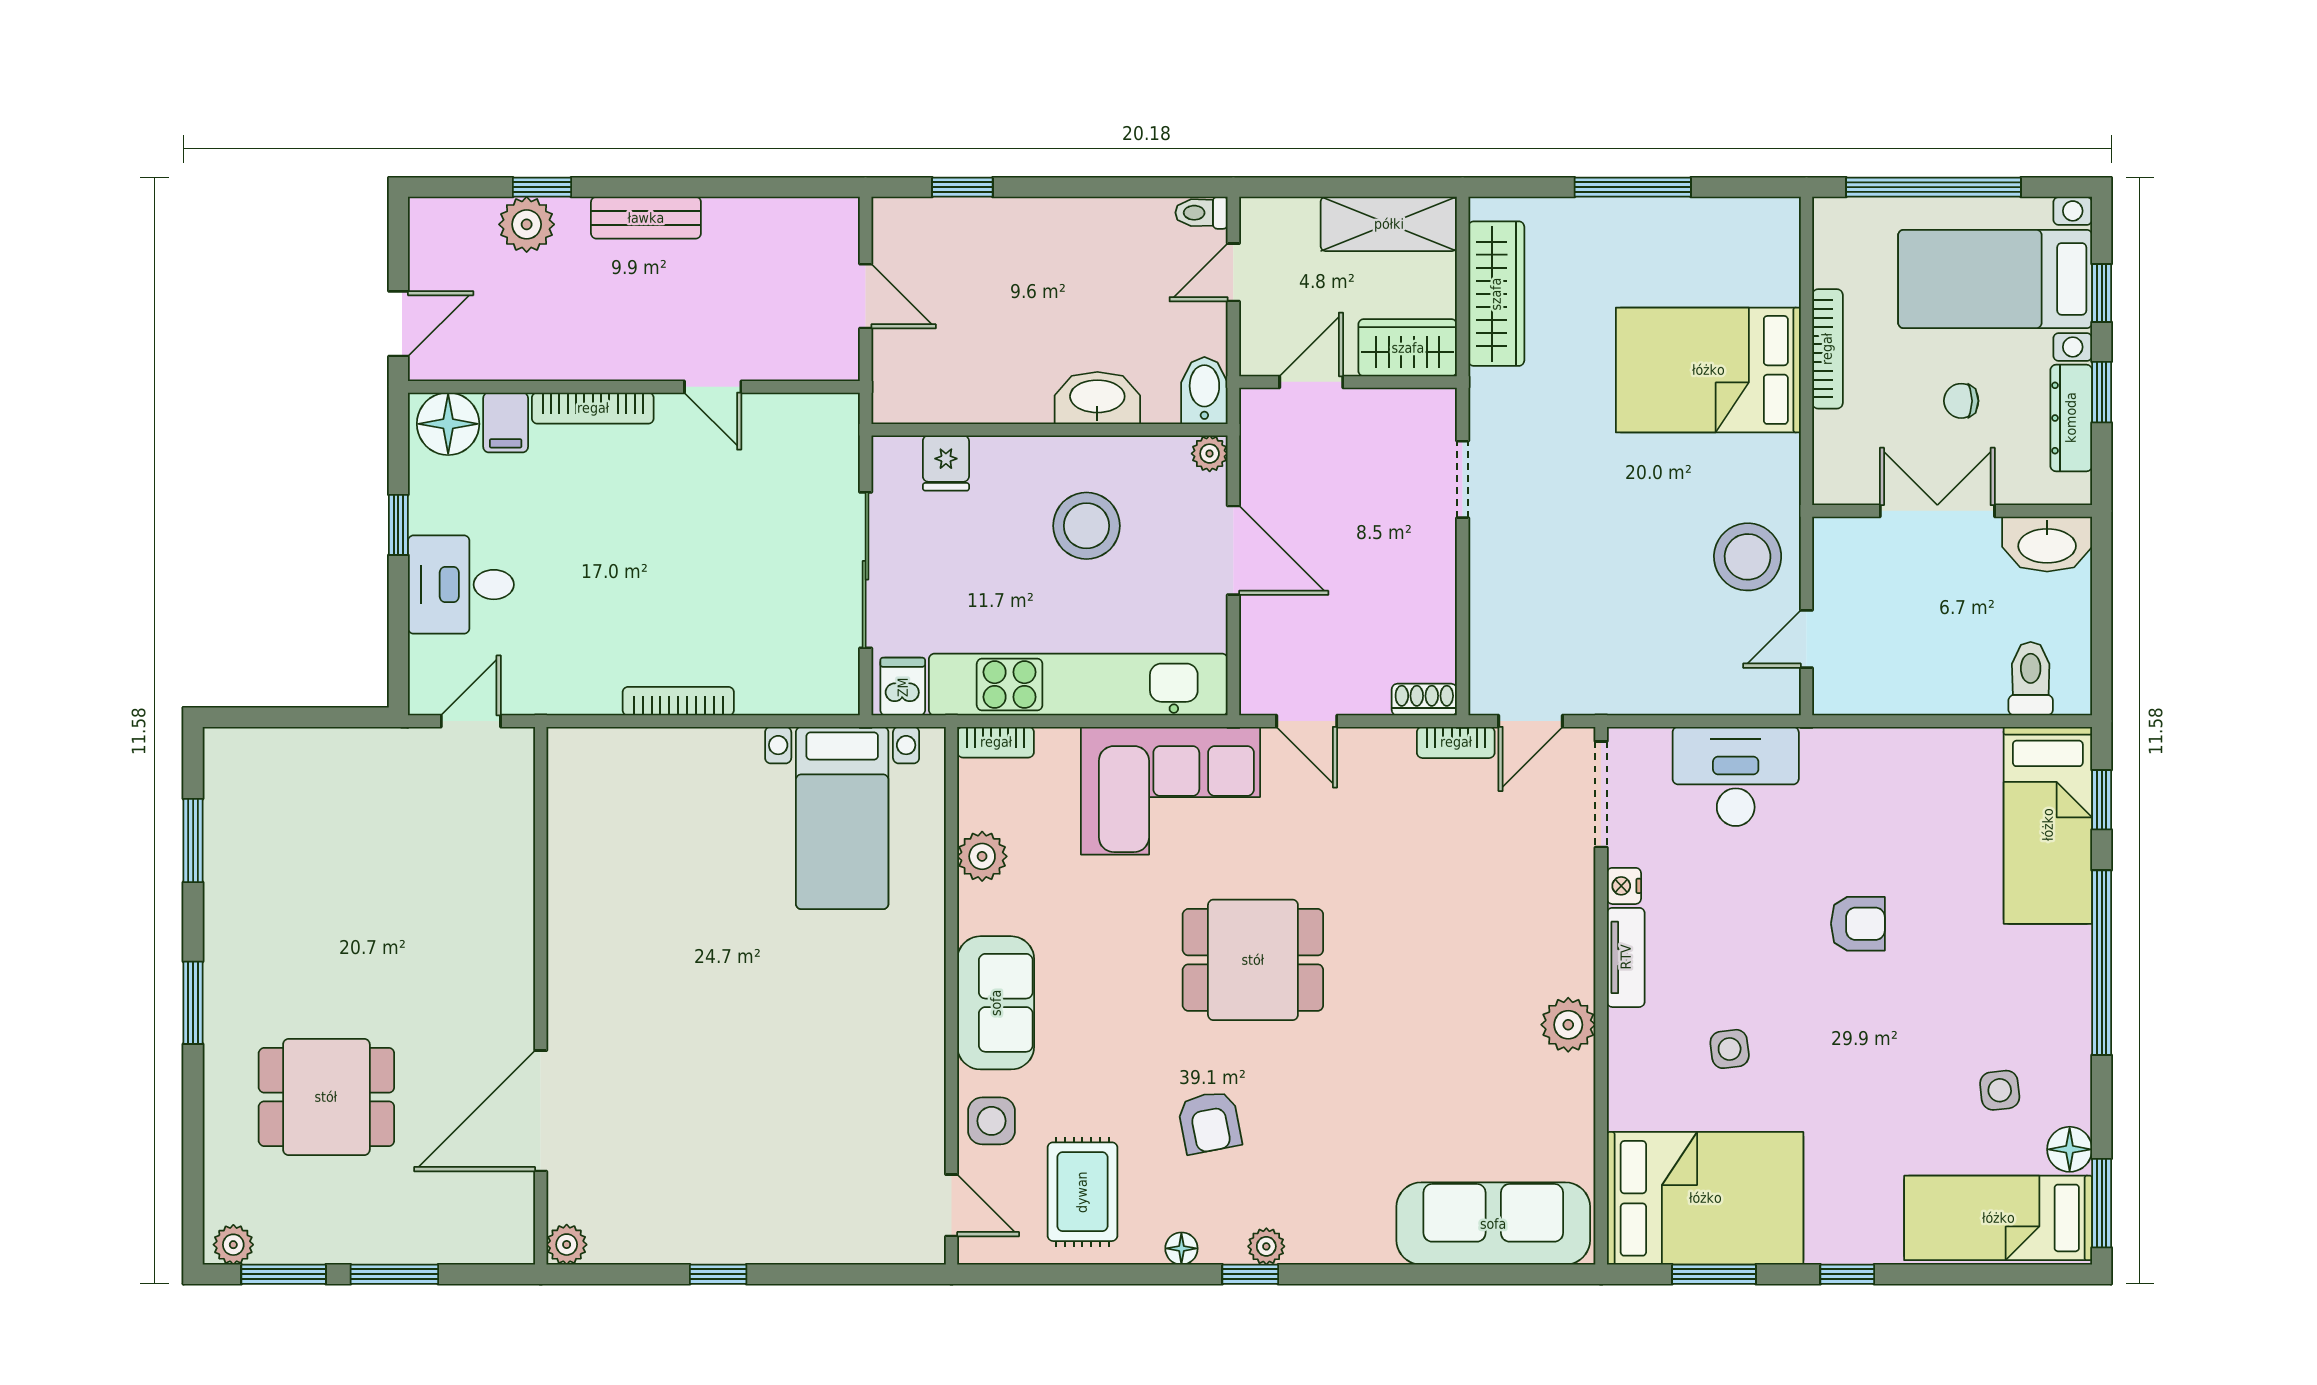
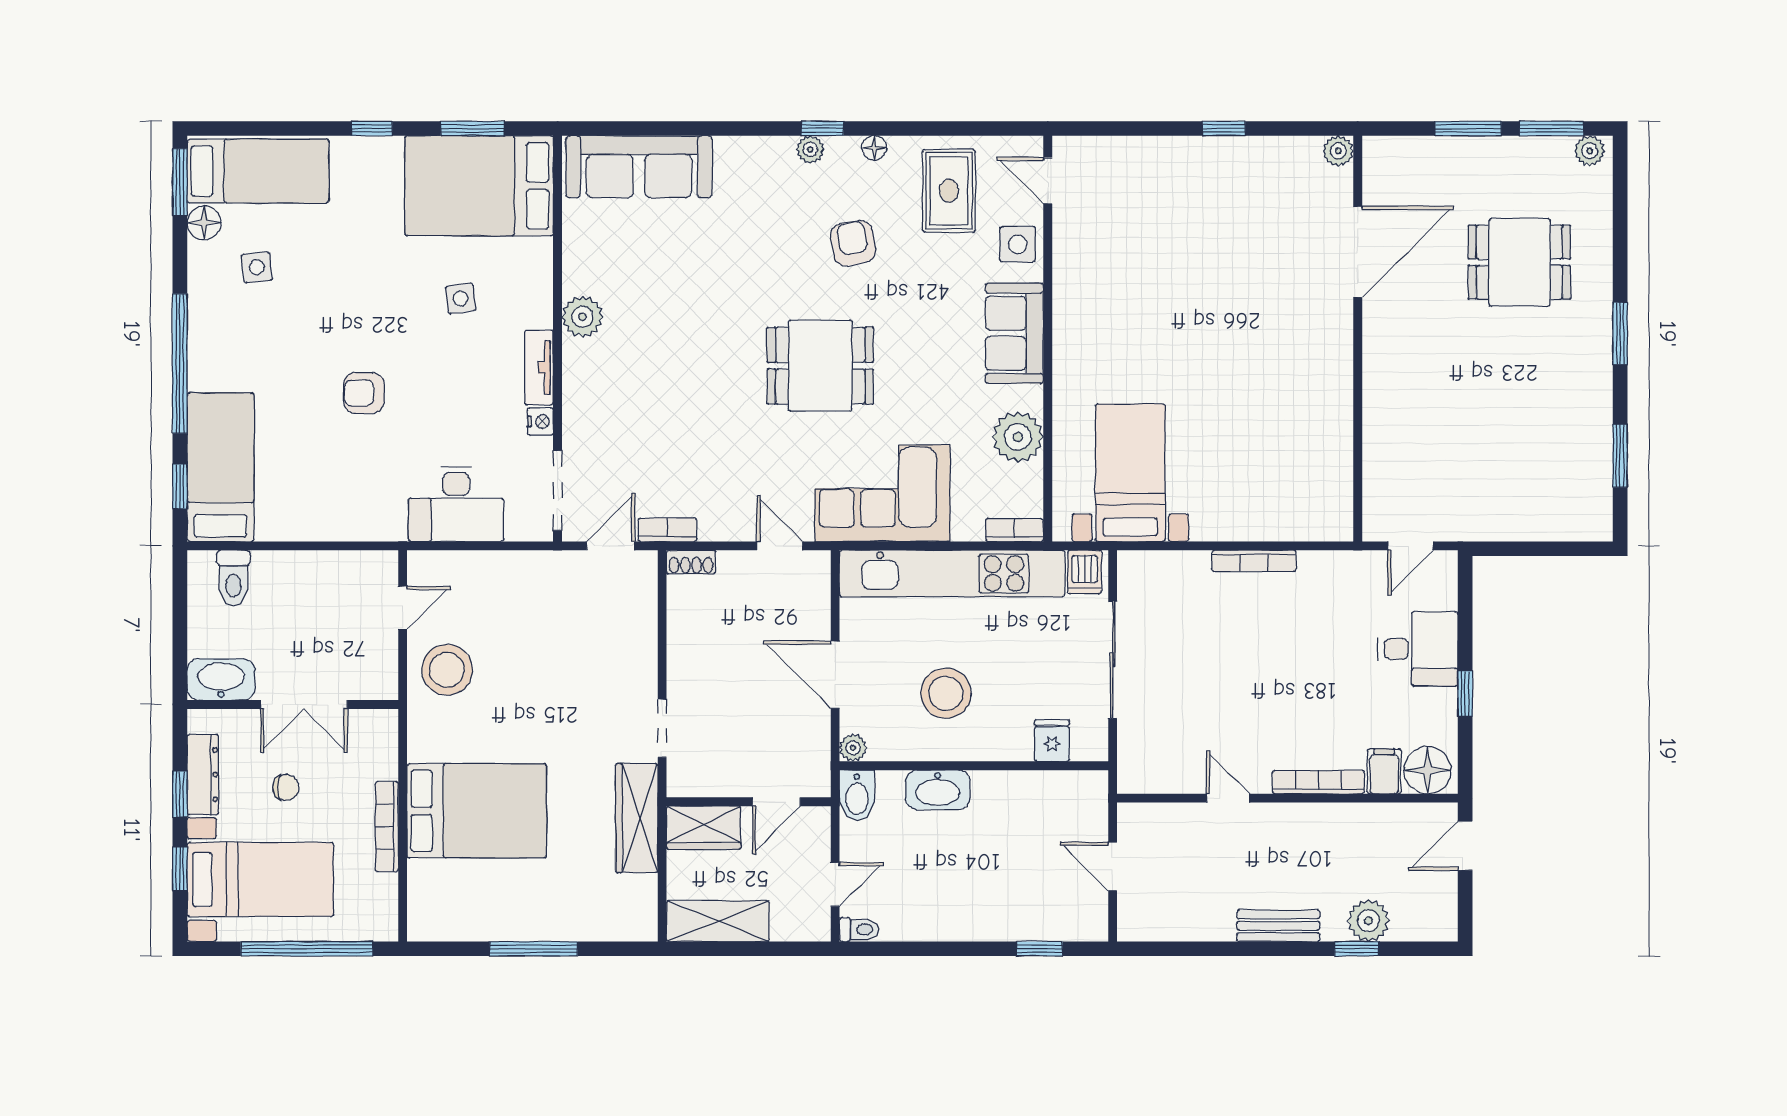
wardrobe: (1496, 294) -> (637, 818), moved
plant: (982, 856) -> (1018, 437), width x1.36, depth x1.36

